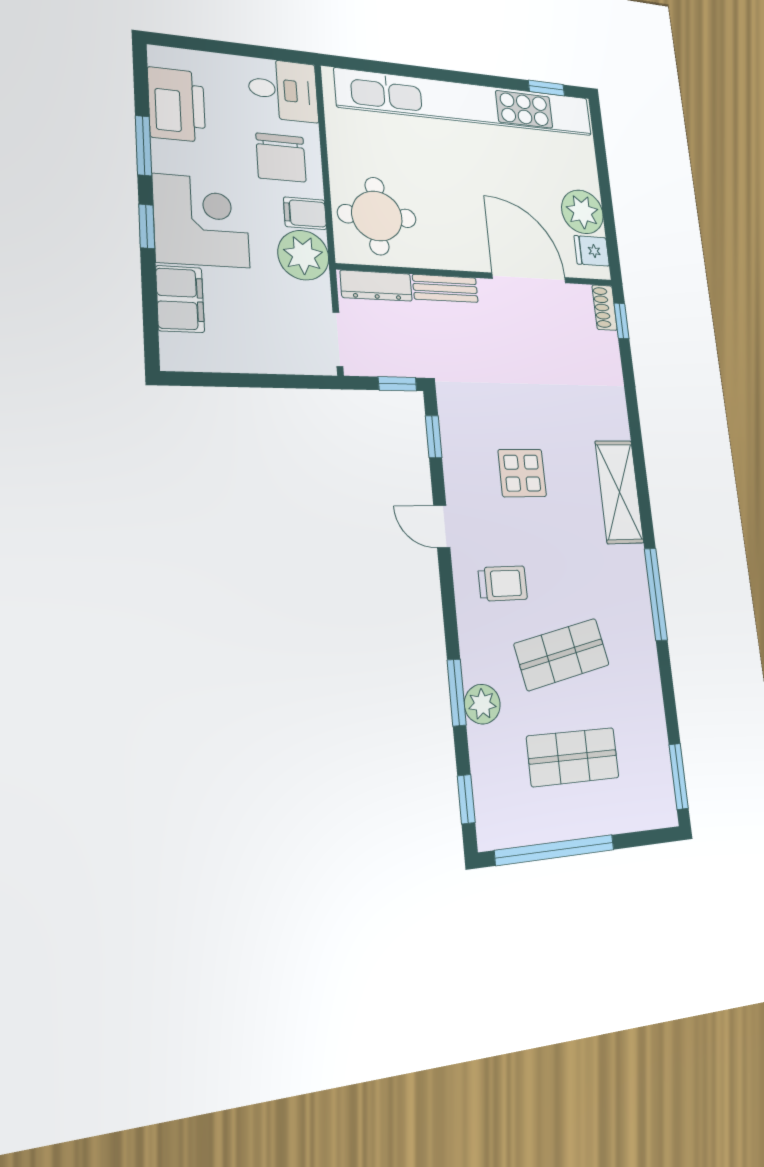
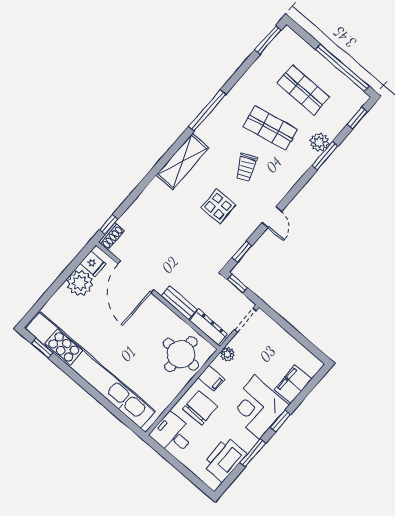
plant: (303, 255) -> (227, 354), width x0.53, depth x0.53
trolley: (503, 583) -> (246, 167), moved, turned -115

